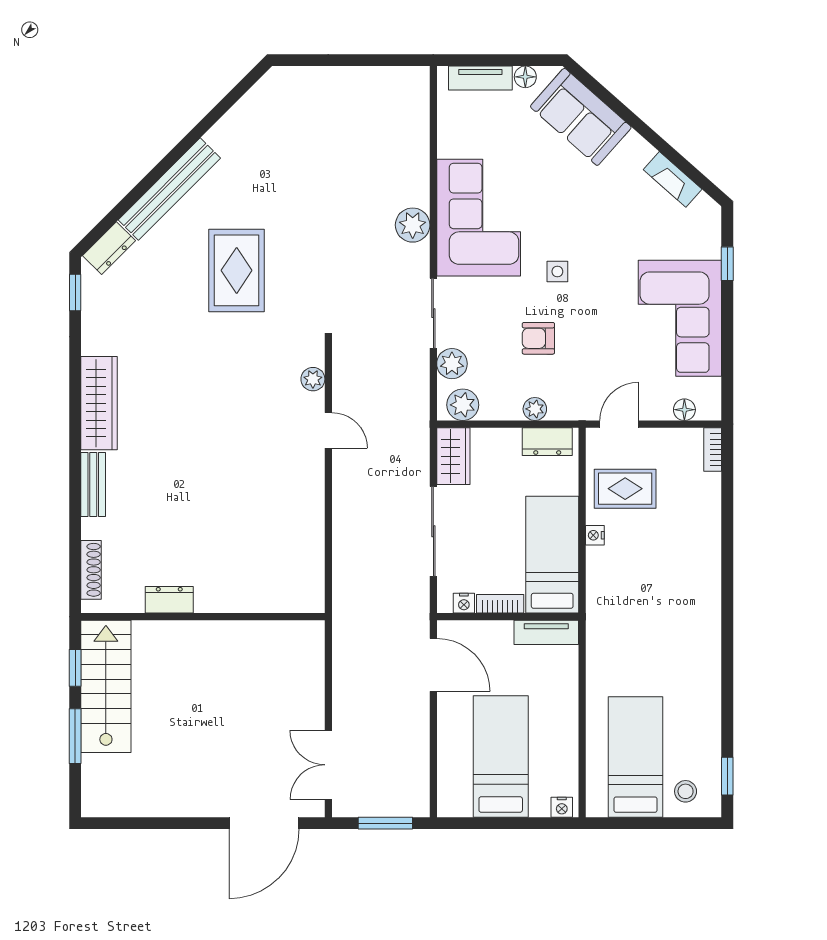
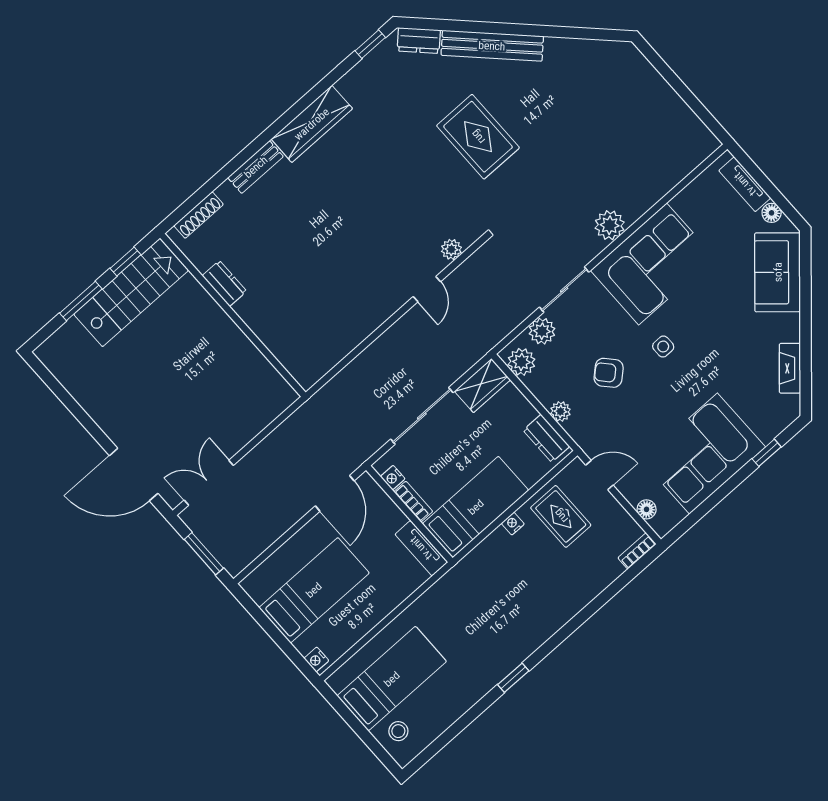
rug: (237, 270) -> (478, 137), turned 90
armchair: (538, 338) -> (609, 373), turned -42
window: (727, 776) -> (513, 678), moved

